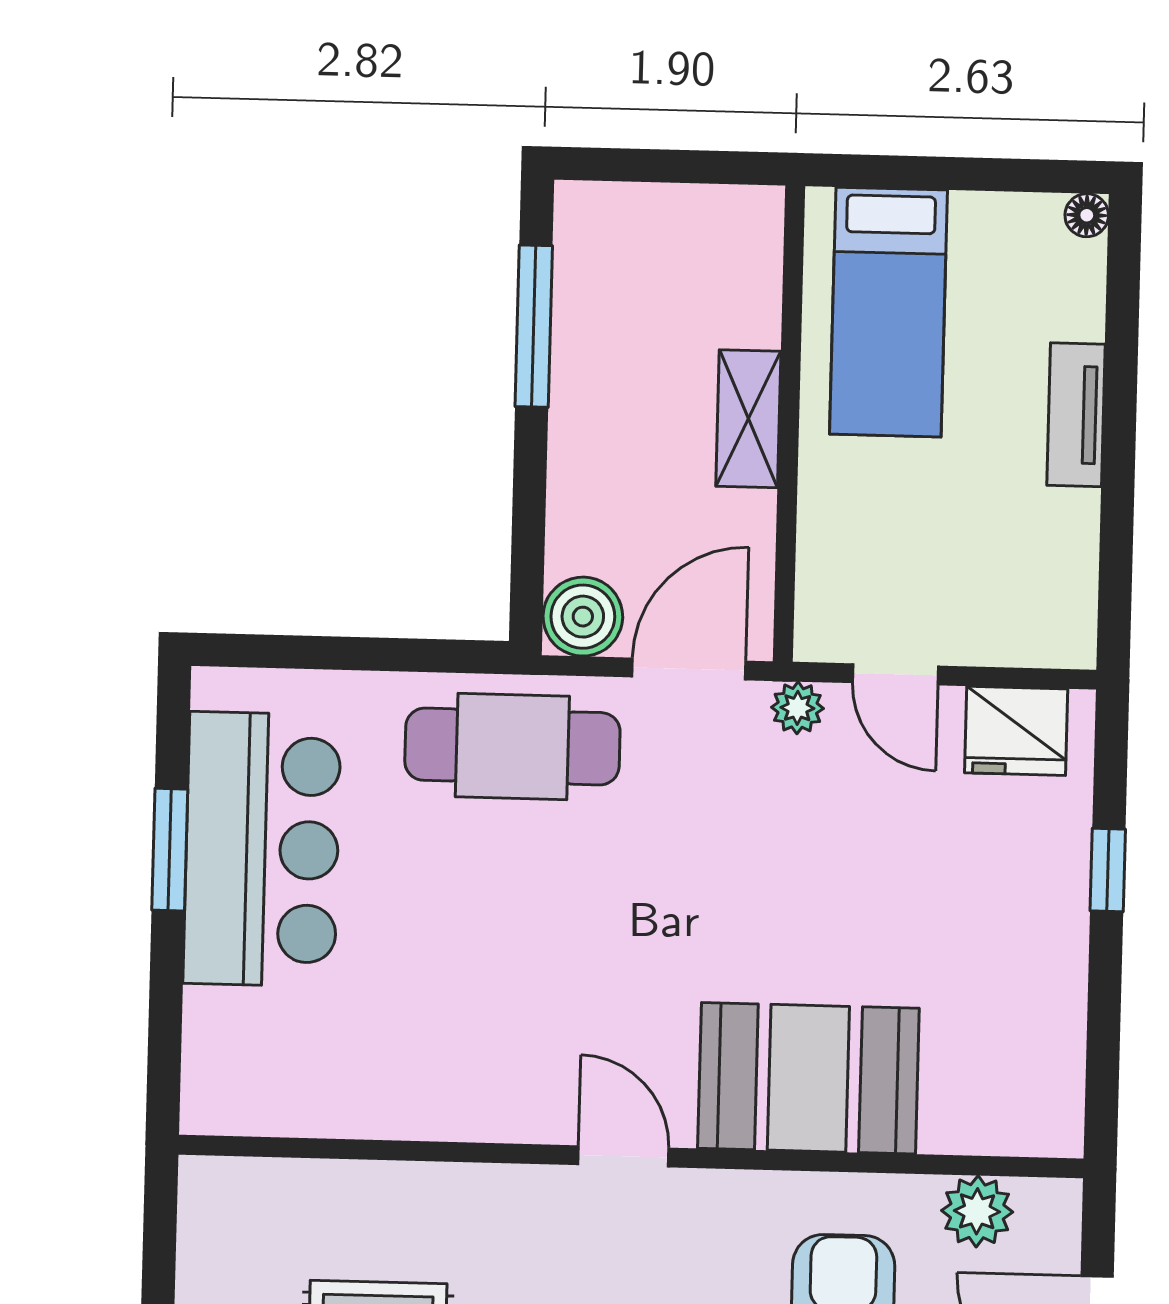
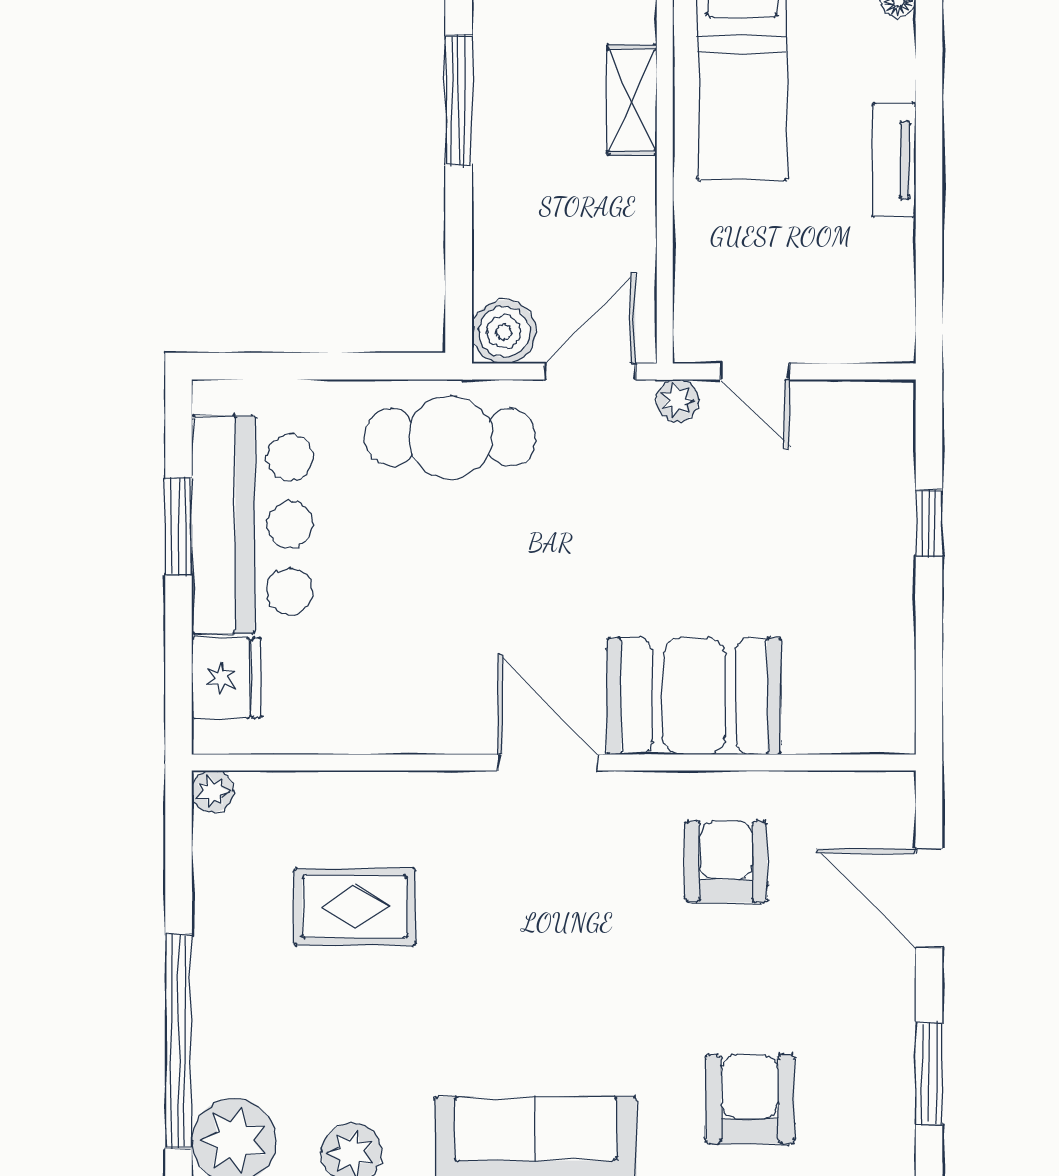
shelving: (748, 419) -> (632, 100), moved
fridge: (1016, 731) -> (226, 678), moved, turned -90
door: (623, 1156) -> (548, 763), width x1.38
plant: (977, 1211) -> (213, 791), moved, width x0.73, depth x0.73

